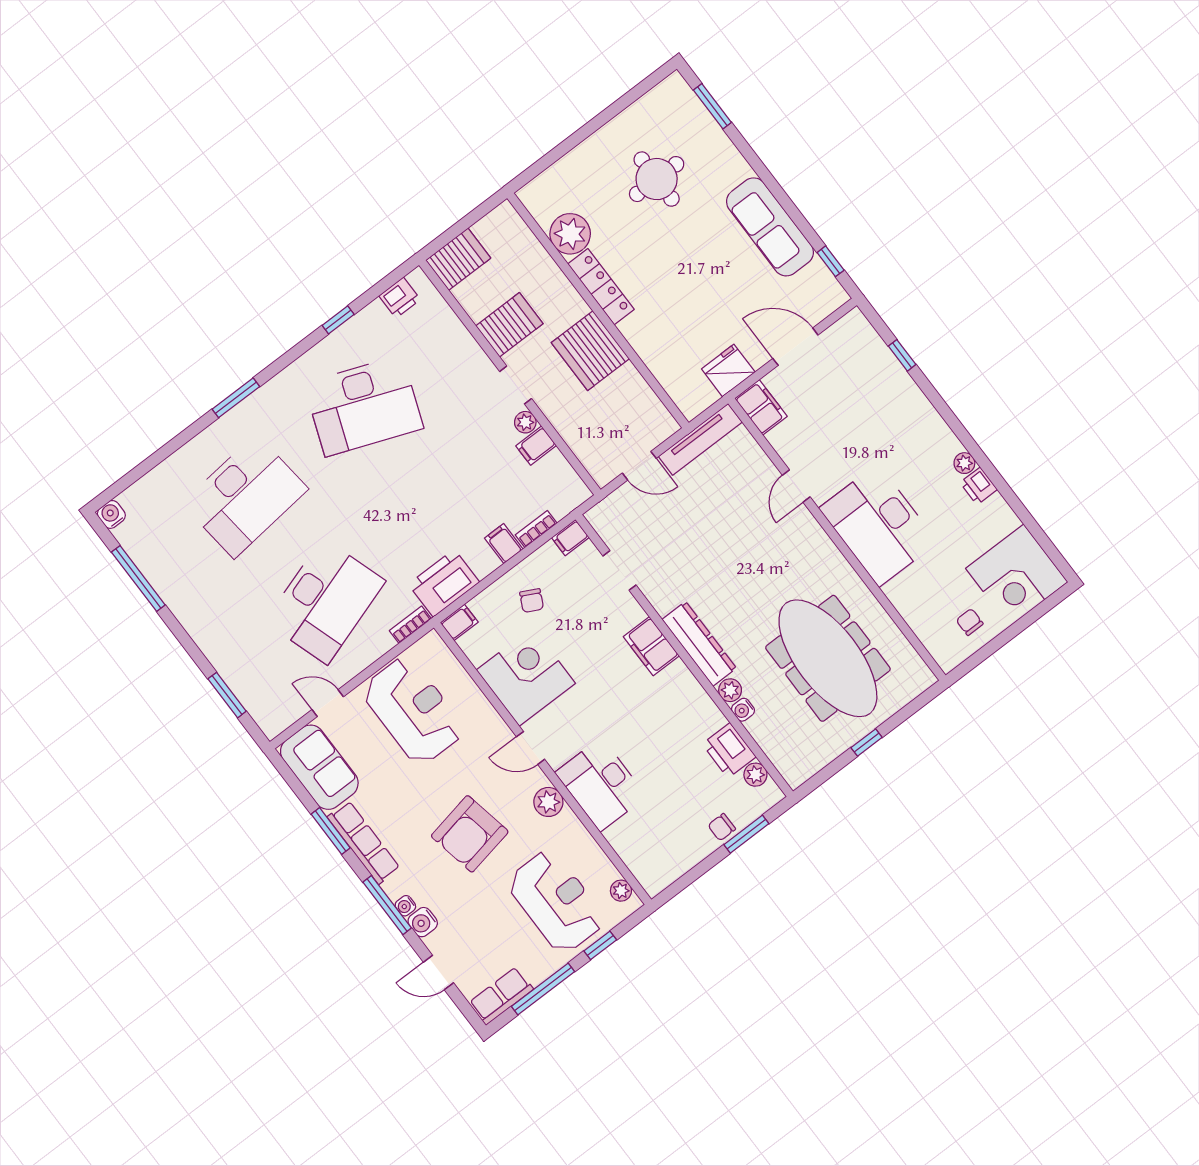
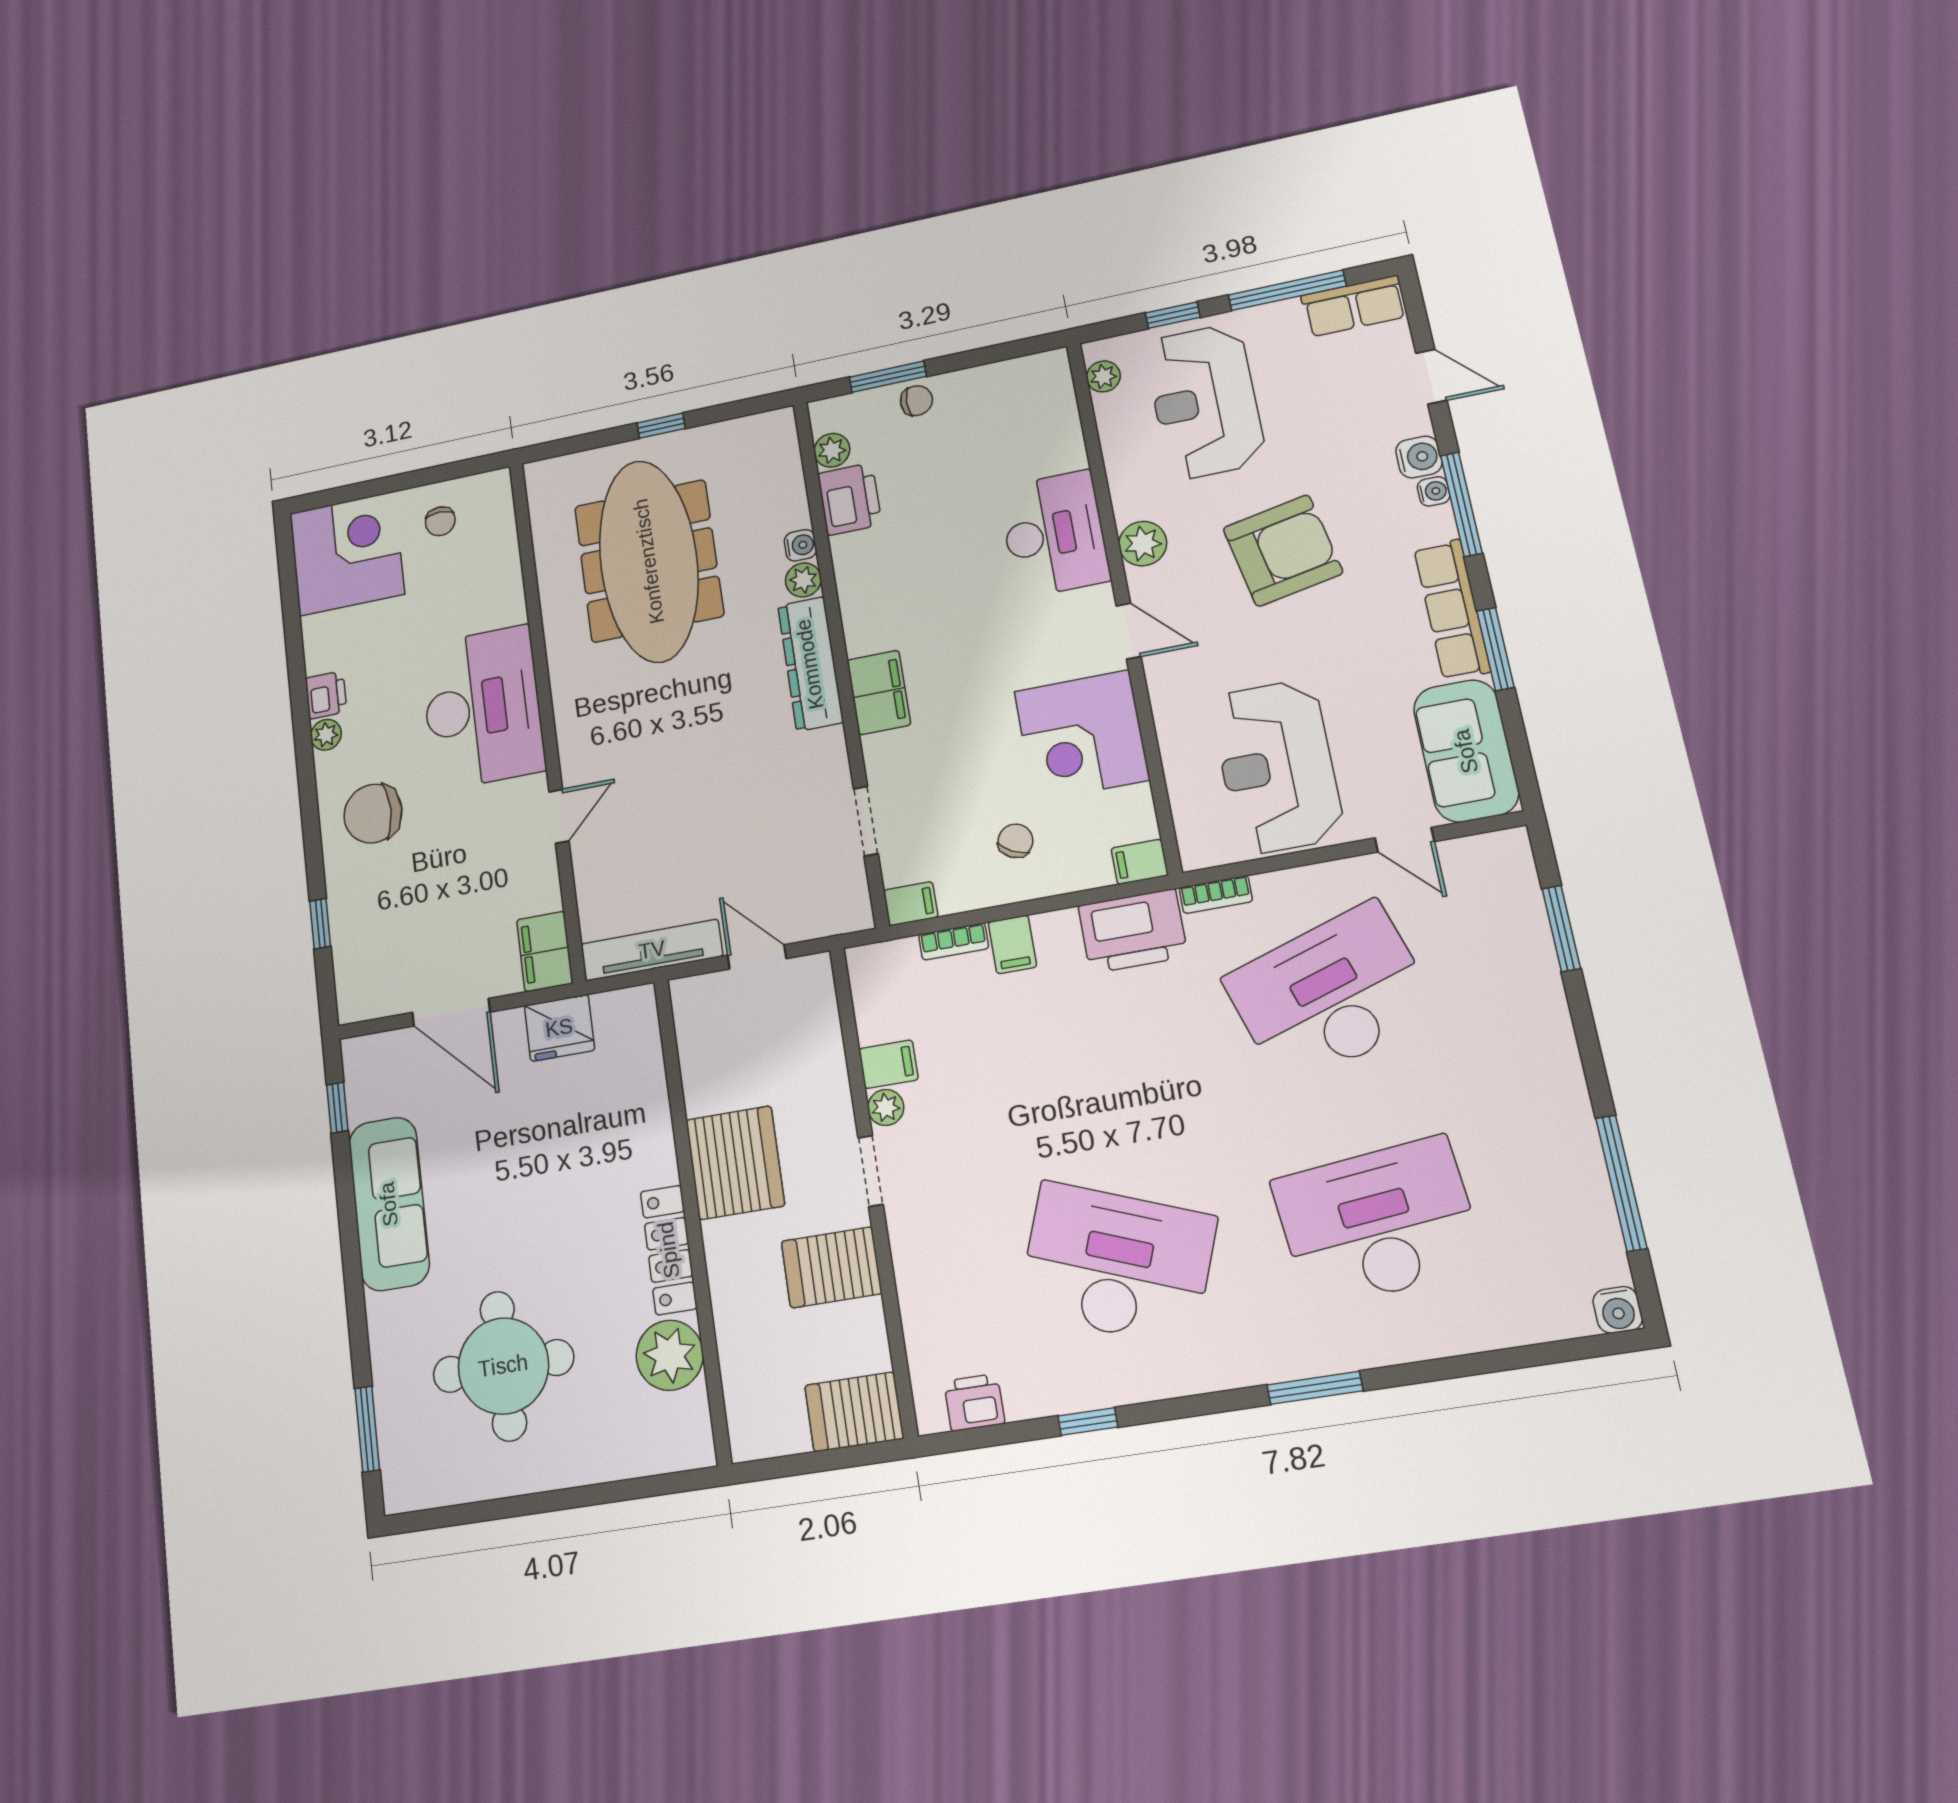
round table: (657, 179) -> (503, 1366), width x1.36, depth x1.36
chair: (908, 433) -> (373, 813), added

